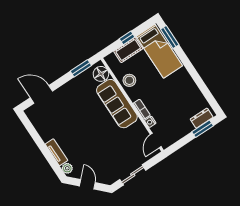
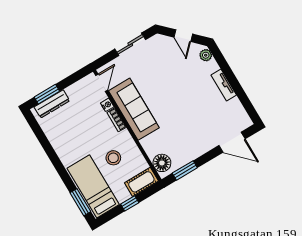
cot: (128, 50) -> (141, 182), moved
stool: (129, 80) -> (113, 158), moved
sofa: (117, 104) -> (134, 109), moved
dresser: (202, 118) -> (52, 104), width x1.44
tv unit: (56, 152) -> (224, 85), moved

